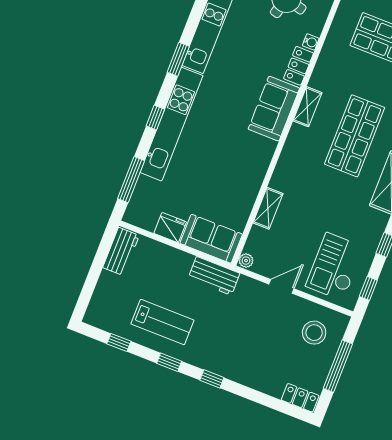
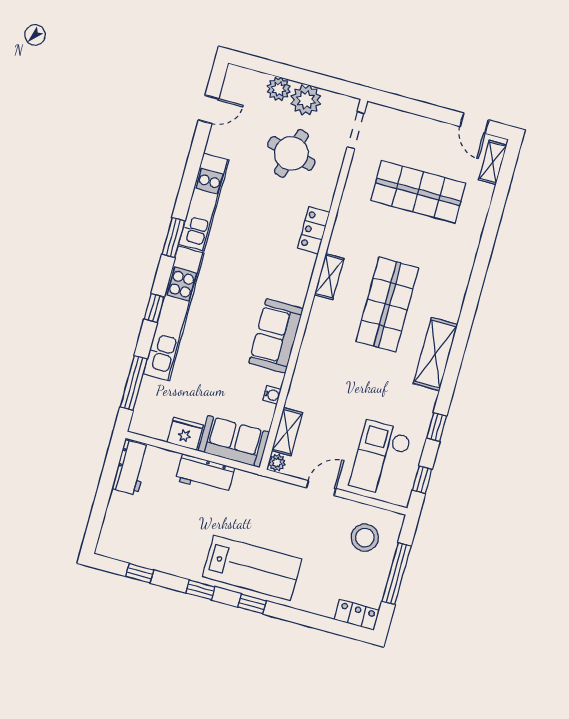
water cooler: (311, 42) -> (272, 395), moved
sofa: (274, 109) -> (276, 336), moved
shelving: (268, 208) -> (287, 432), moved
workbench: (214, 276) -> (205, 474), moved
lab bench: (162, 322) -> (252, 568), moved, width x1.36, depth x1.39

